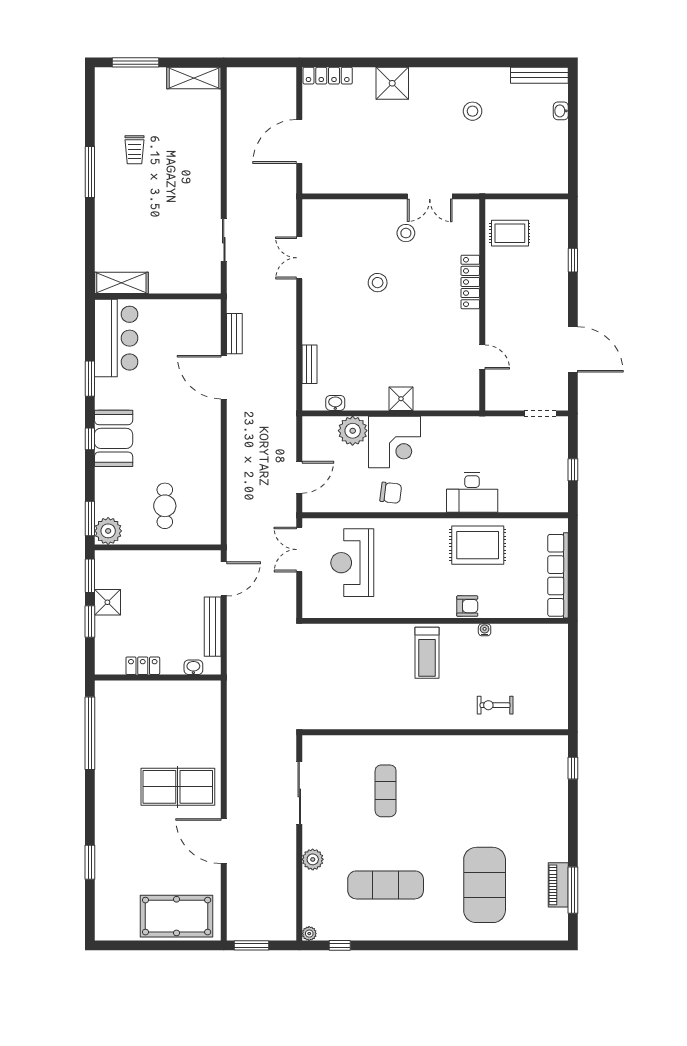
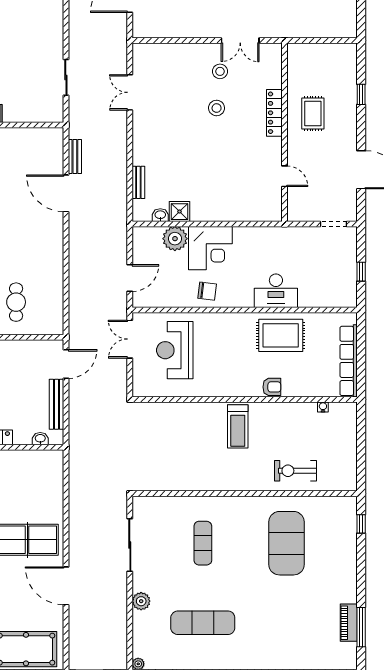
rug: (510, 233) -> (313, 113), moved, turned 90
stool: (378, 283) -> (217, 108), moved
shower: (401, 399) -> (180, 212), moved
water cooler: (485, 630) -> (323, 407), moved
exercise bike: (495, 705) -> (295, 471), width x1.38, depth x1.39
exercise mat: (485, 885) -> (287, 543), moved

